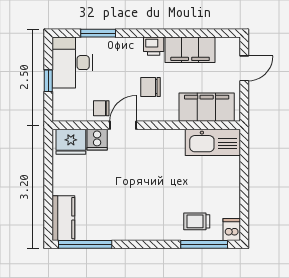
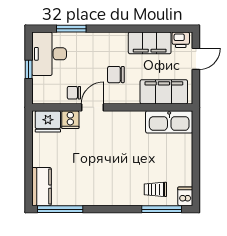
printer: (154, 46) -> (181, 40), moved

